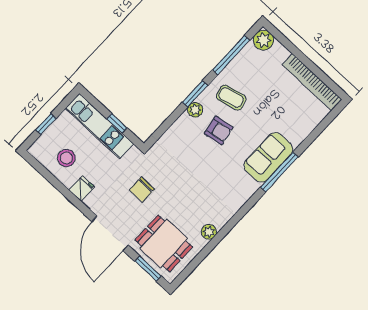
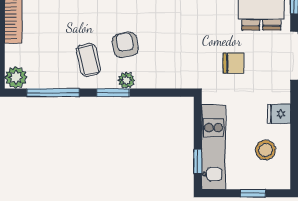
window: (117, 123) -> (198, 161), moved

